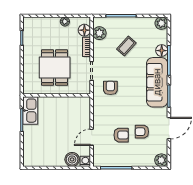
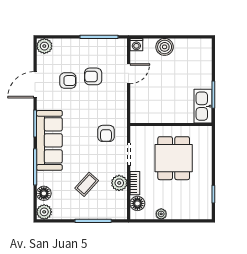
plant: (99, 33) -> (119, 183), moved
floor lamp: (162, 51) -> (44, 193), moved
boiler: (72, 159) -> (165, 47), moved

